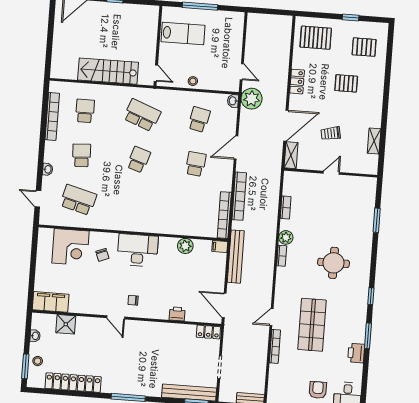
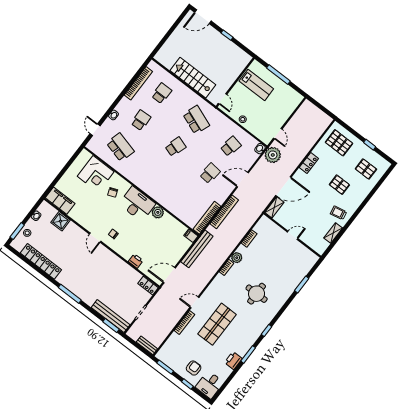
trolley: (331, 133) -> (338, 213), moved
plant: (185, 246) -> (158, 212), moved
door: (224, 305) -> (169, 275), hinge flipped

